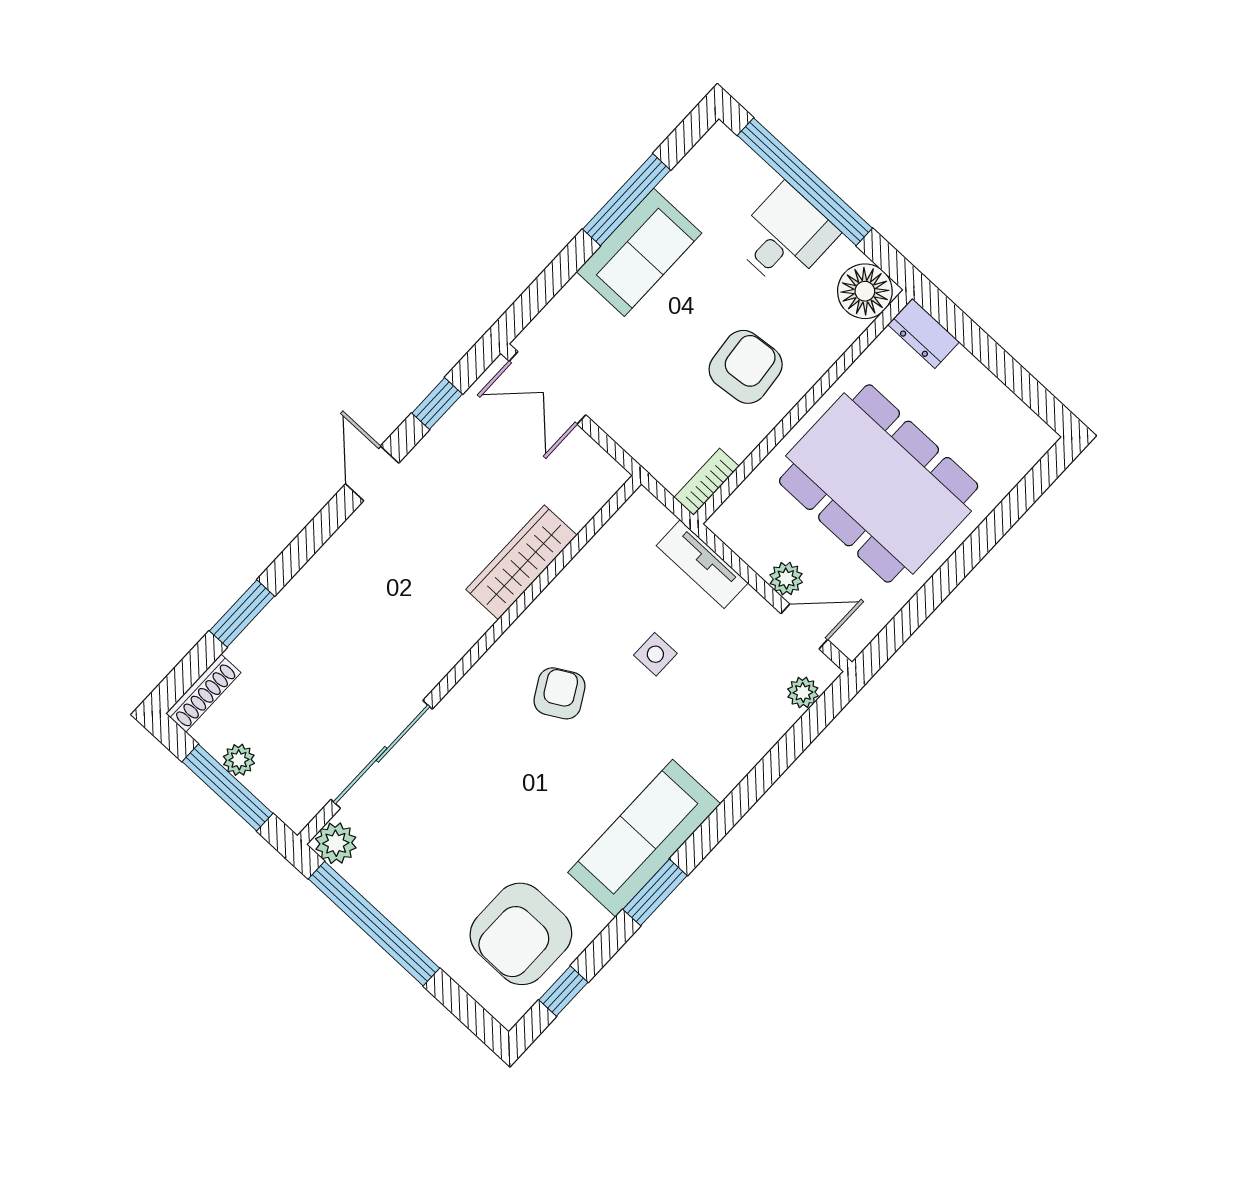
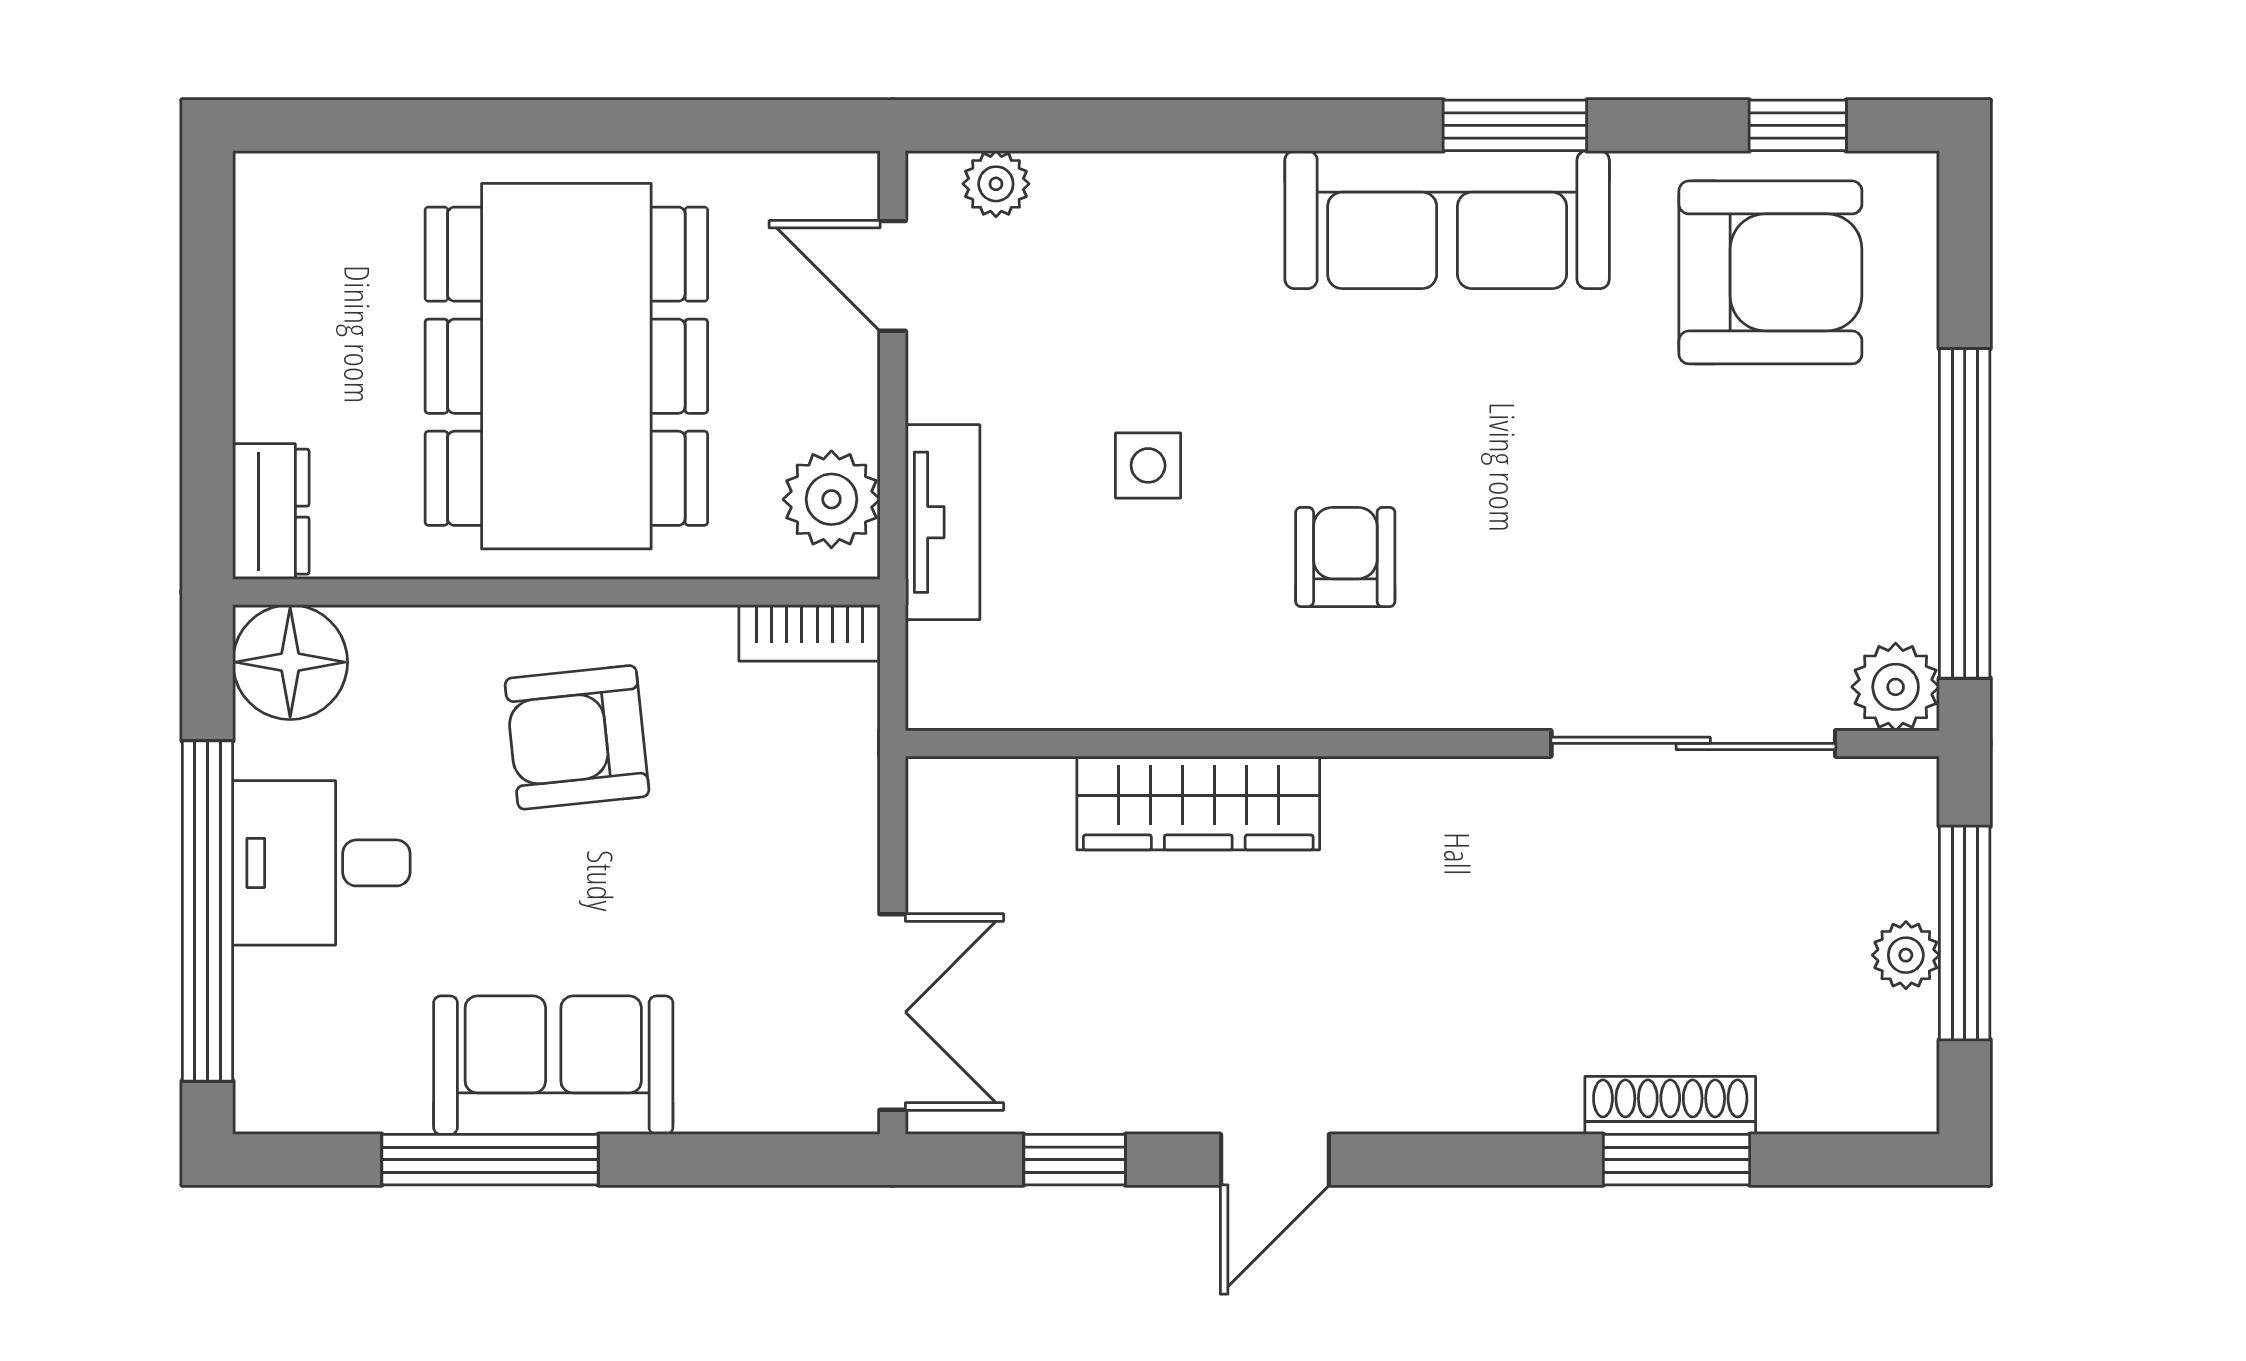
plant: (786, 579) -> (831, 499), moved, width x1.38, depth x1.38
shoe rack: (203, 693) -> (1670, 1105), moved
armchair: (559, 693) -> (1345, 557), turned 120

